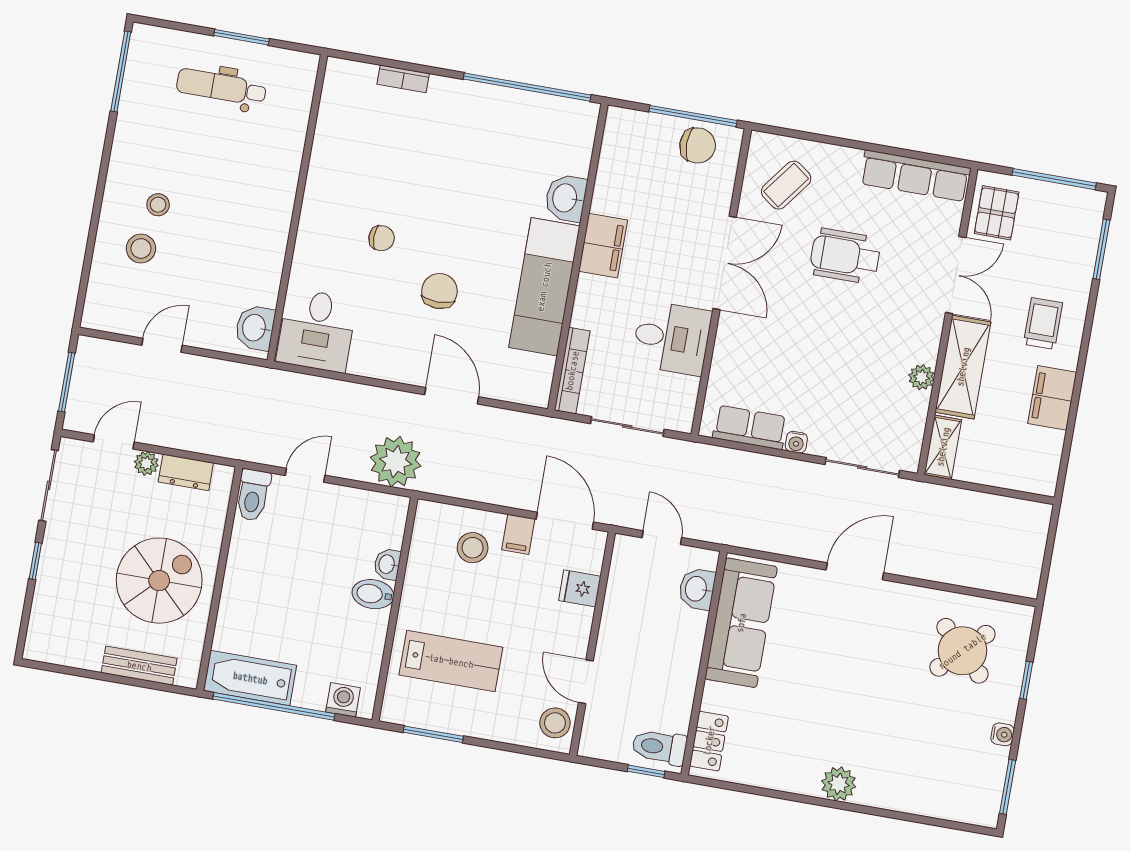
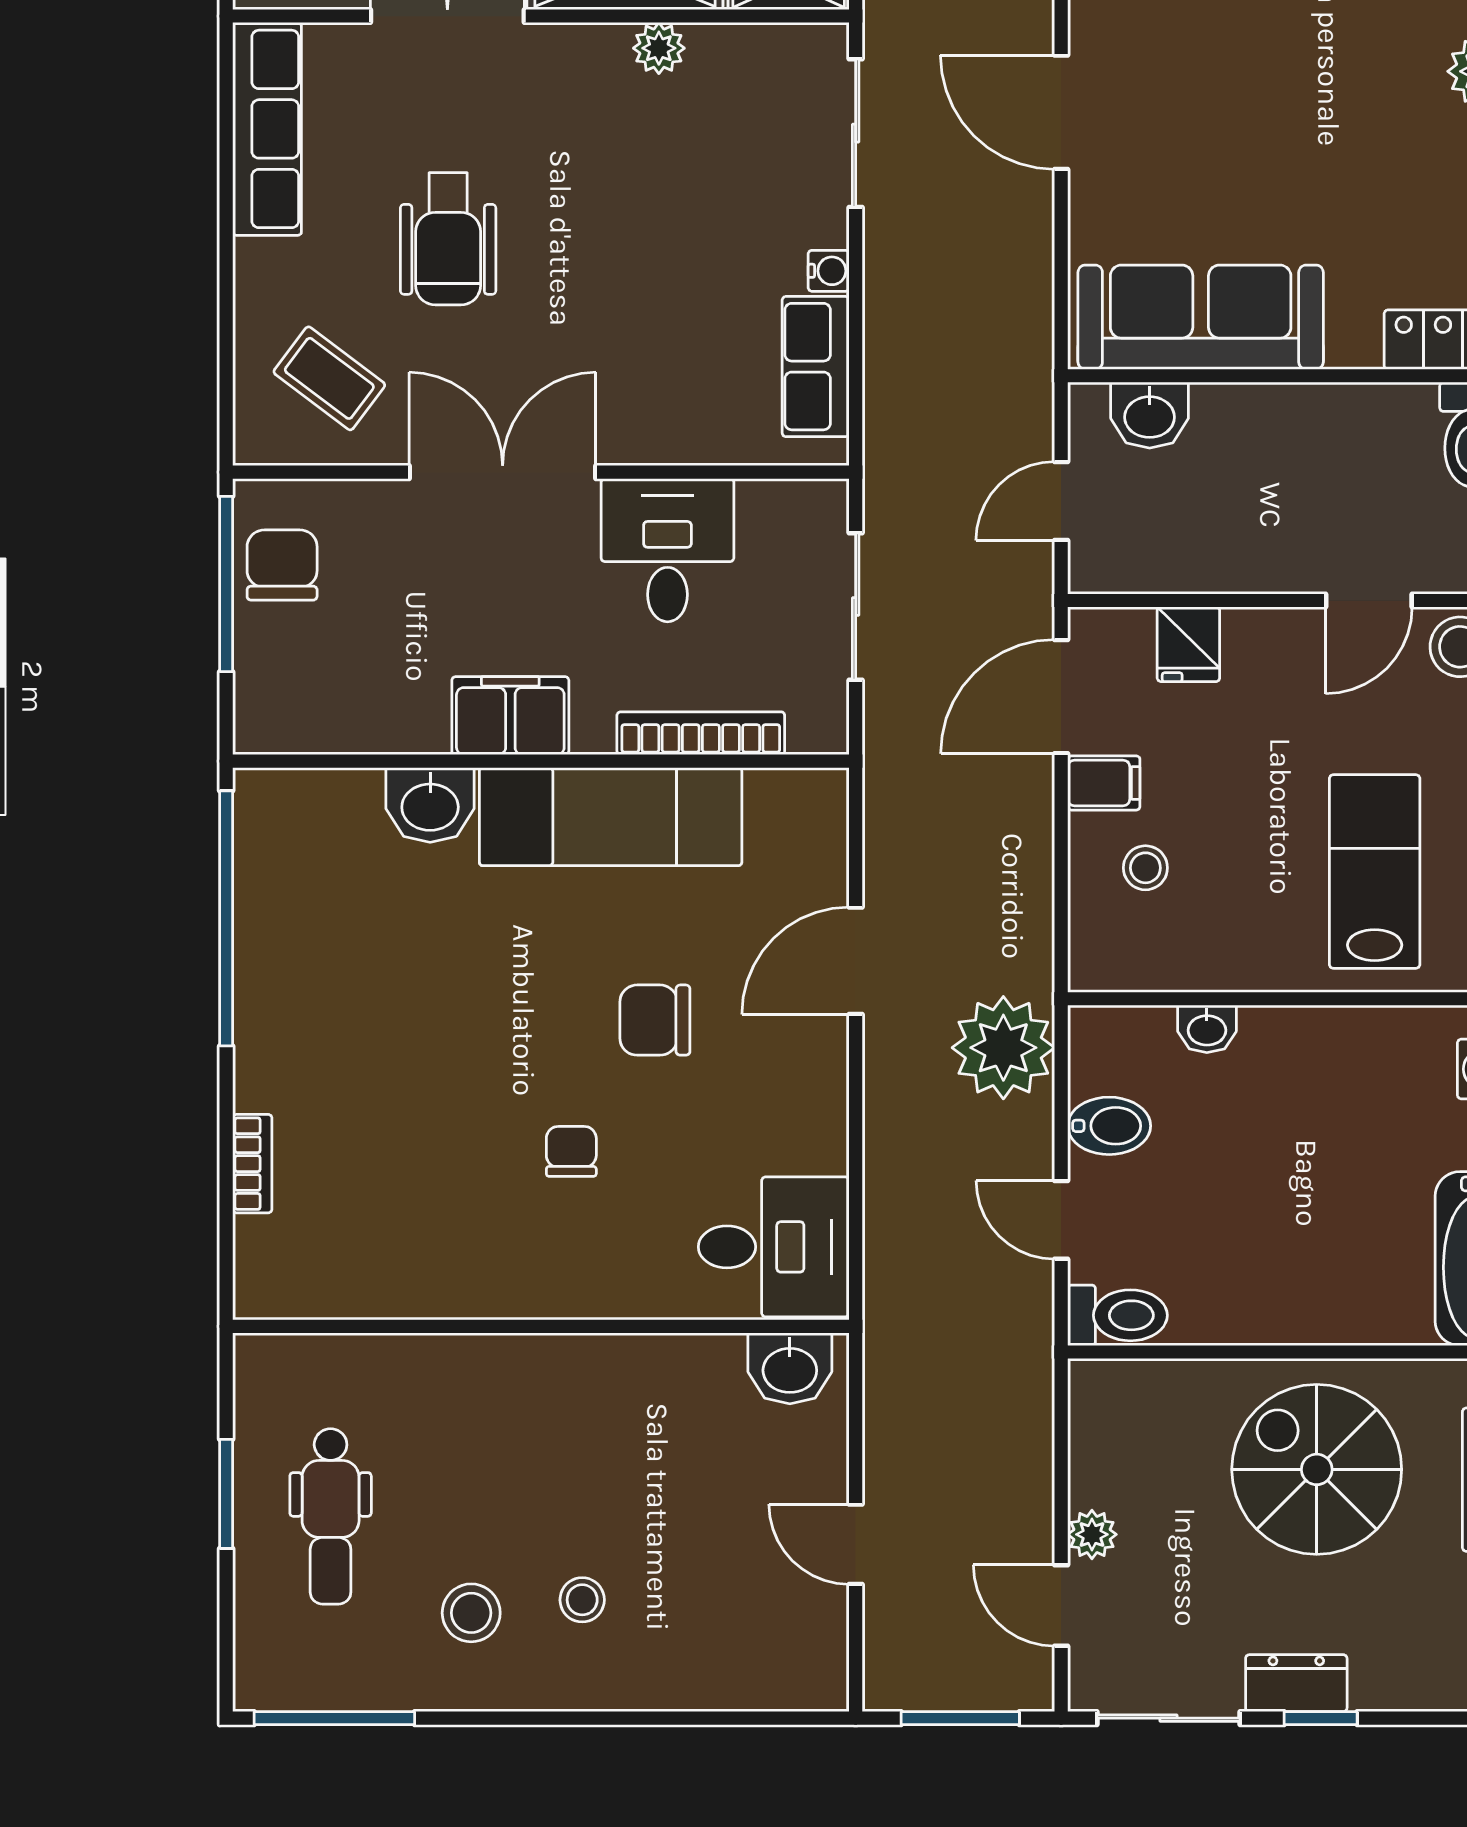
stool: (141, 248) -> (471, 1613), moved
bookcase: (572, 371) -> (701, 733), moved
dresser: (186, 472) -> (1296, 1683), moved, turned -90
stool: (473, 548) -> (1145, 868), width x0.73, depth x0.73
bidet: (373, 594) -> (1109, 1126), moved, turned -90

